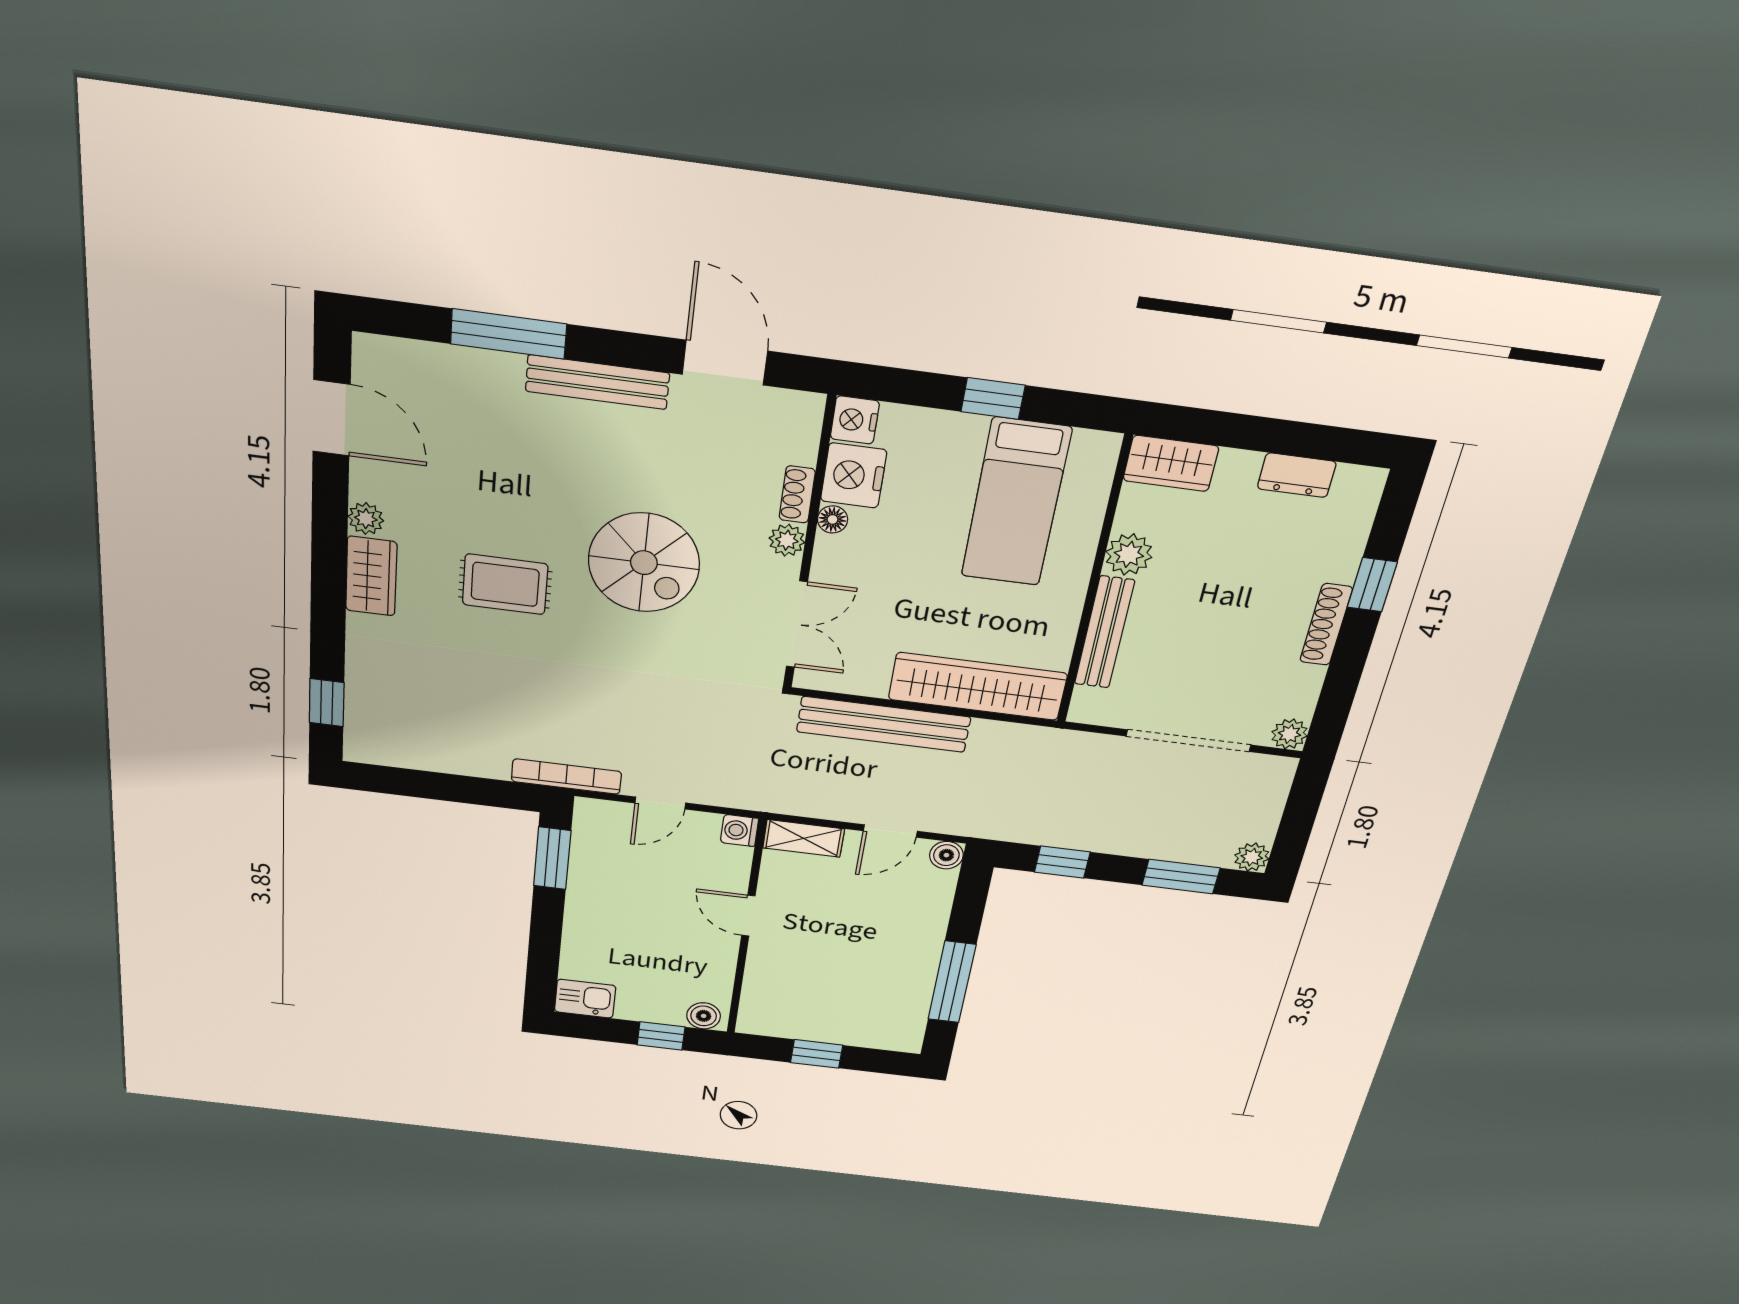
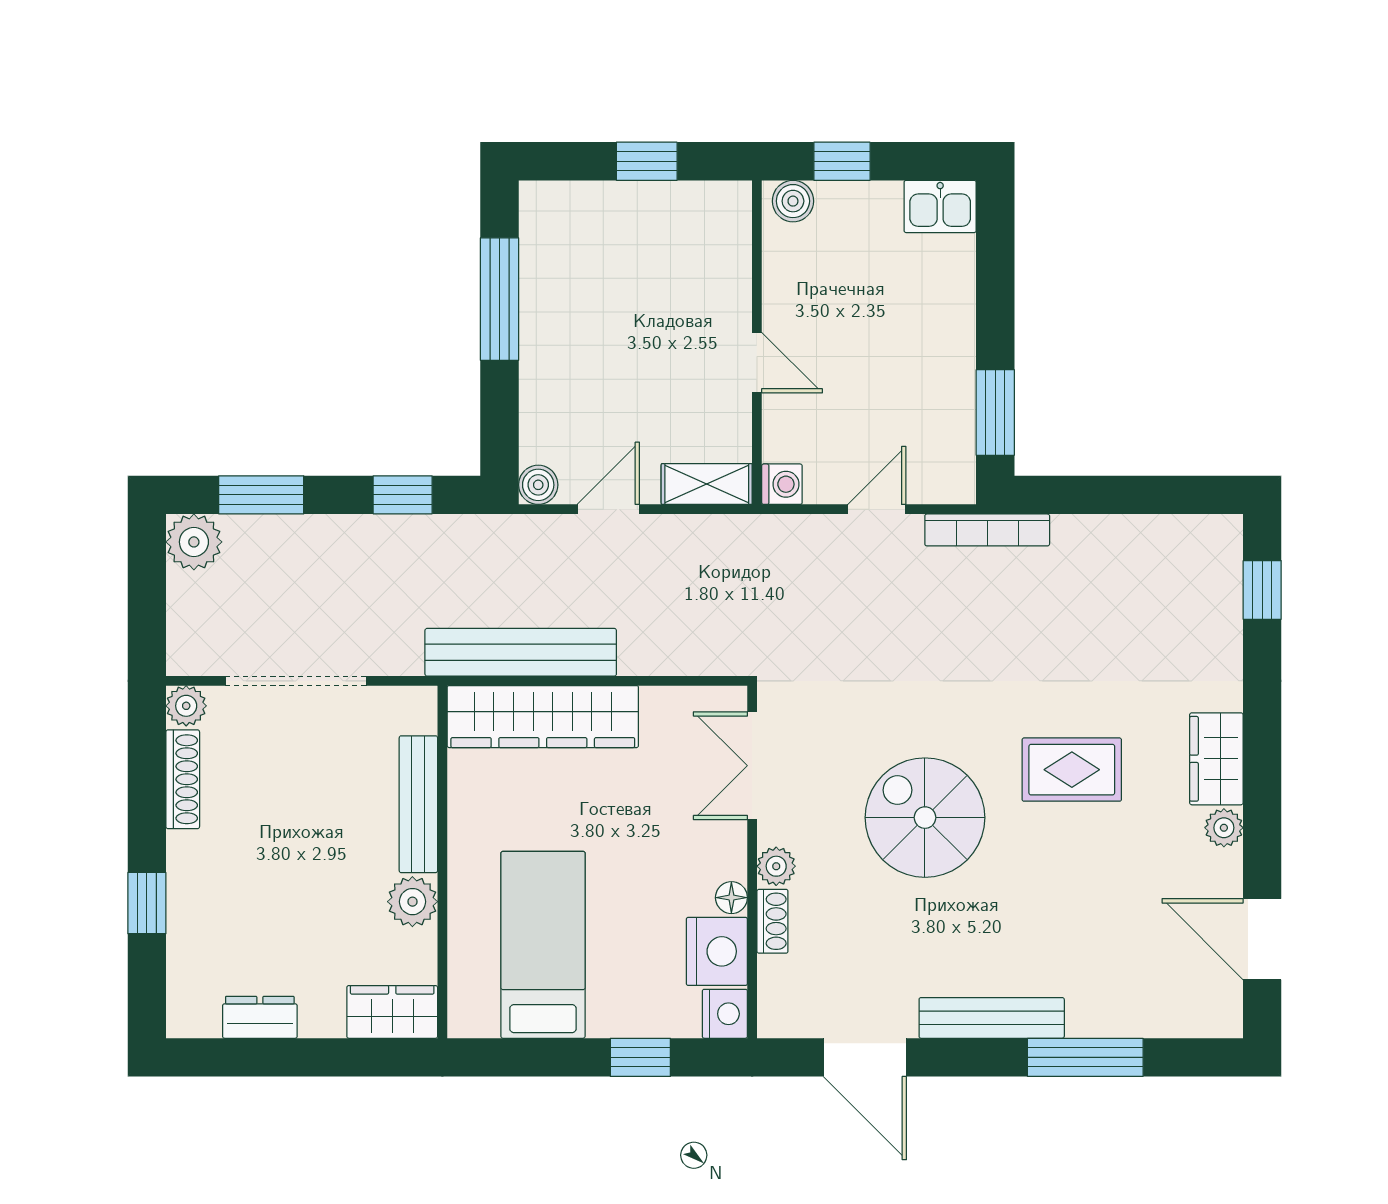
window: (993, 398) -> (640, 1057), moved
shoe rack: (1326, 625) -> (183, 779), moved
bench: (884, 724) -> (521, 652), moved
plant: (1252, 857) -> (194, 542), width x1.38, depth x1.38

